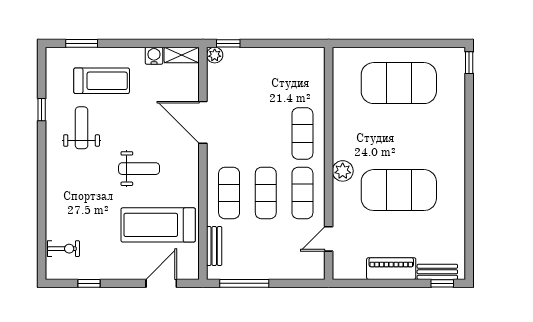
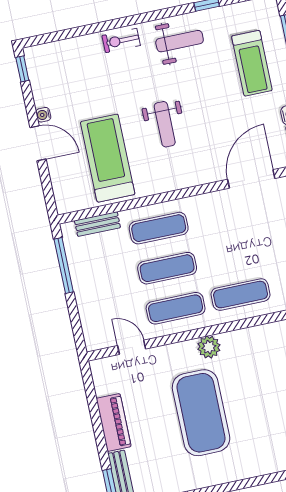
door: (203, 122) -> (251, 179), moved
weight bench: (82, 128) -> (180, 41), moved
exercise bike: (63, 249) -> (121, 41), moved, turned 90
water cooler: (108, 273) -> (43, 115), added
window: (89, 283) -> (22, 69), moved
door: (161, 283) -> (38, 143), moved

